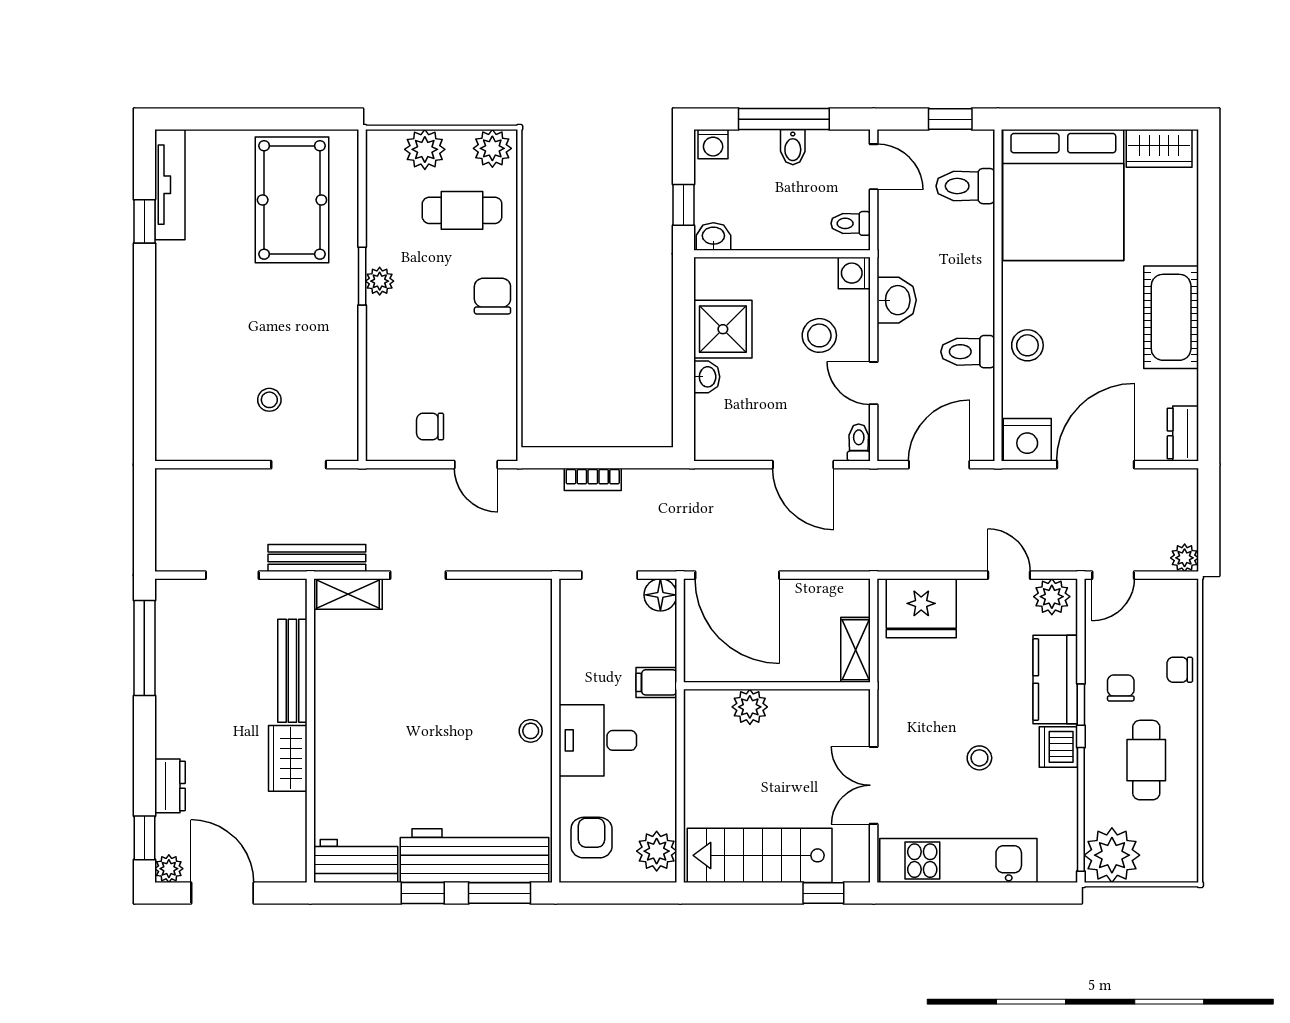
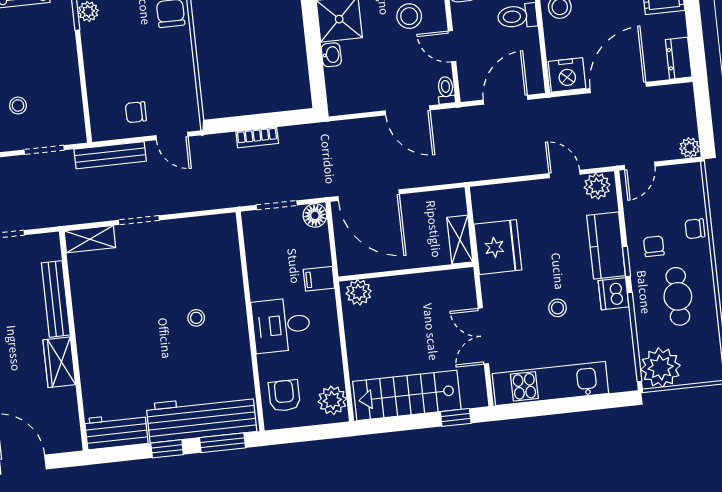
bench: (317, 558) -> (110, 155), moved
fridge: (921, 608) -> (498, 247), moved, turned -90
plant: (750, 707) -> (359, 292), moved
stool: (531, 731) -> (196, 318), moved

